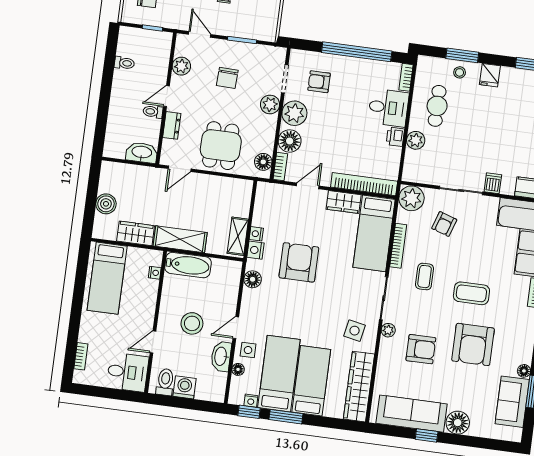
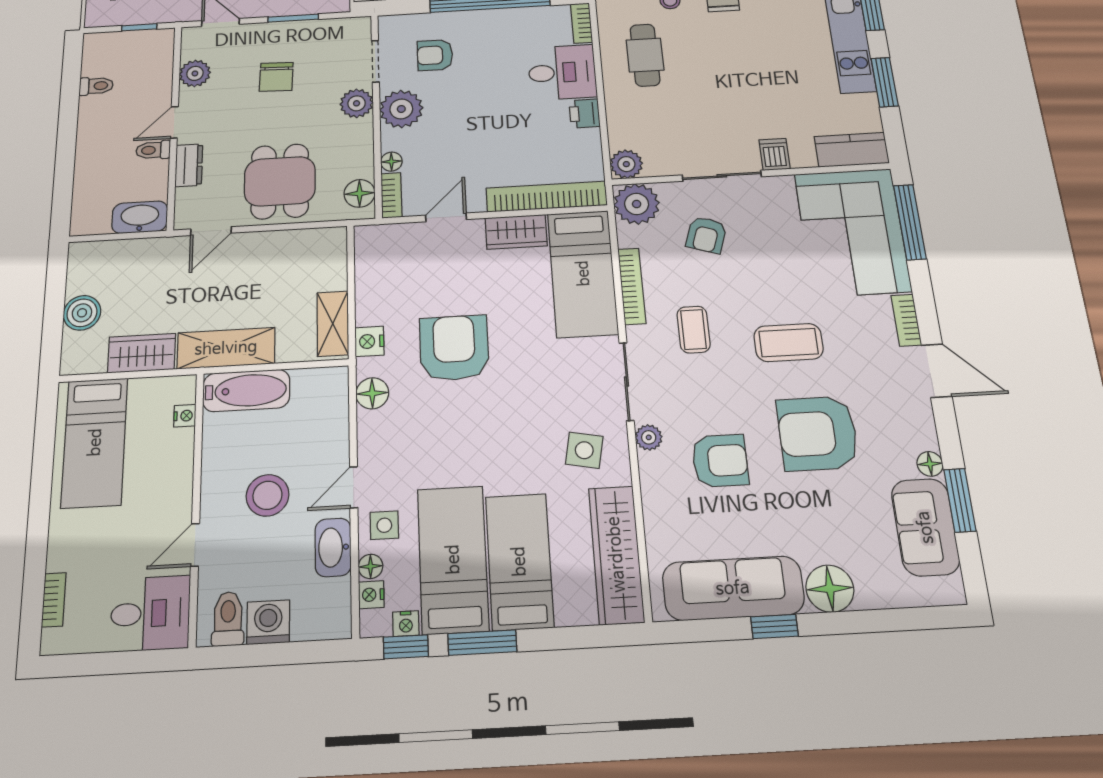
plant: (416, 140) -> (626, 164), moved
floor lamp: (290, 141) -> (391, 162), width x0.53, depth x0.53
nightstand: (256, 234) -> (371, 595), moved
armchair: (473, 344) -> (818, 433), turned 90

